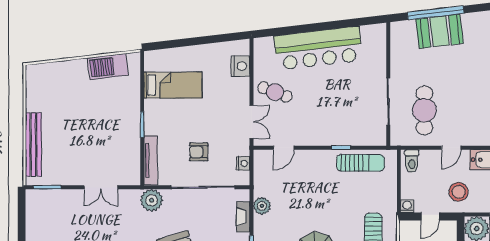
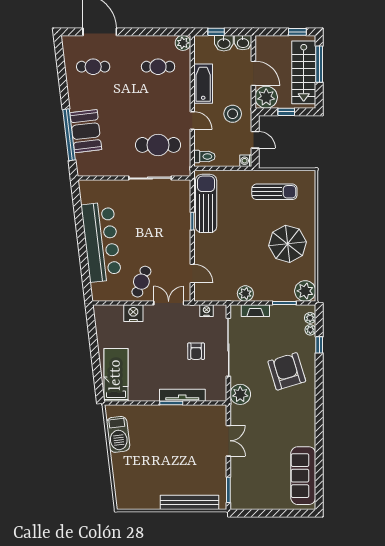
nightstand: (240, 66) -> (133, 313), moved
bed: (173, 85) -> (116, 375), moved
tv unit: (151, 161) -> (182, 395), moved
sun lounger: (360, 163) -> (206, 203), width x1.36, depth x1.34

